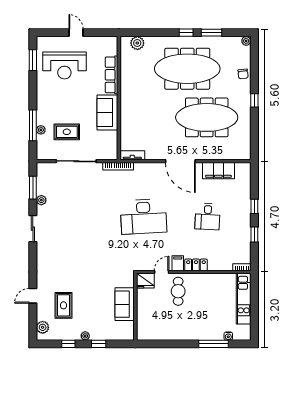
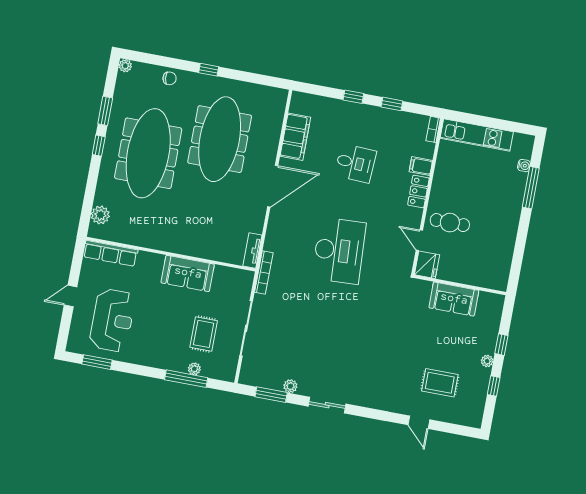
row of seats: (111, 75) -> (111, 253), moved
filing cabinet: (178, 263) -> (421, 166), moved
plant: (43, 327) -> (464, 417), removed

